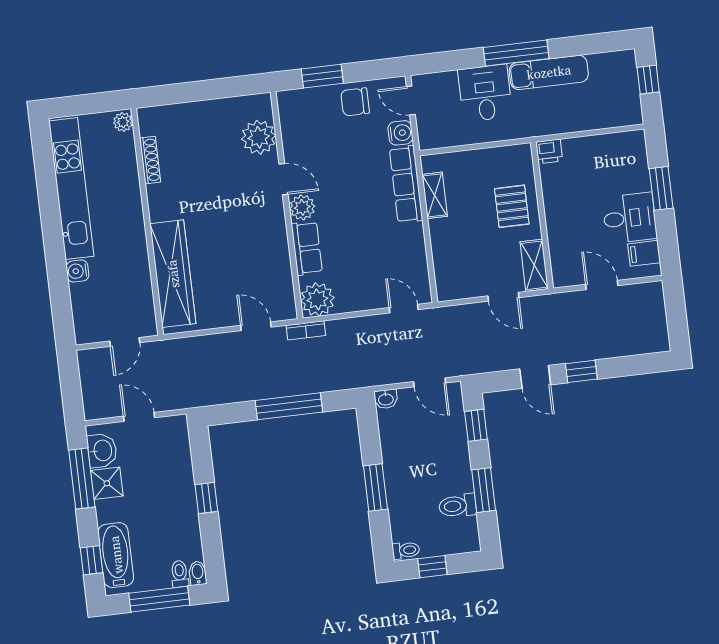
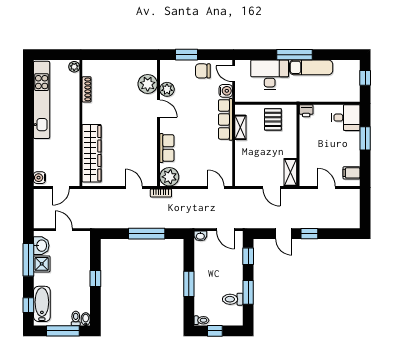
desk: (485, 93) -> (270, 75), width x1.37
pallet: (512, 206) -> (273, 119), moved
plant: (302, 207) -> (167, 89), moved
desk: (630, 218) -> (346, 118), moved
water cooler: (77, 271) -> (39, 178), moved

